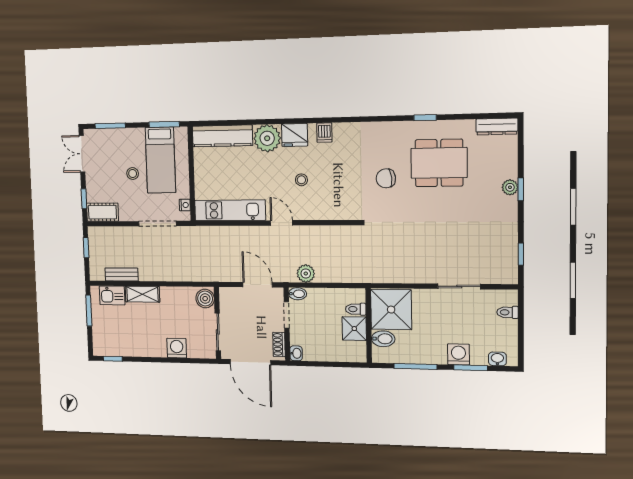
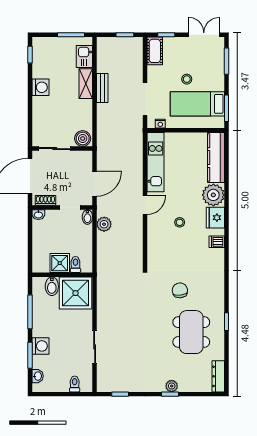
bench: (122, 274) -> (102, 88), moved
washing machine: (177, 348) -> (40, 87), moved

